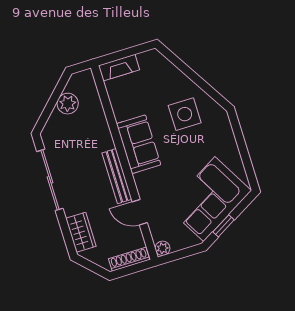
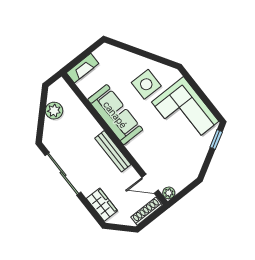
sofa: (139, 144) -> (115, 115), width x1.36
corner sofa: (209, 199) -> (185, 112), moved, turned -60
door: (140, 212) -> (150, 184), moved
window: (224, 226) -> (216, 139), moved

